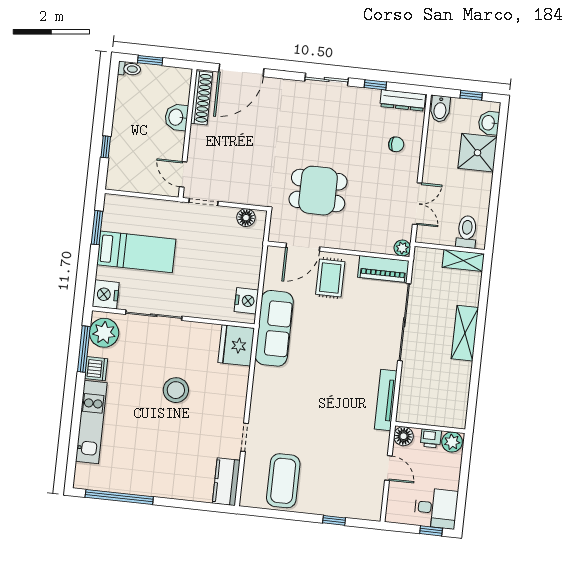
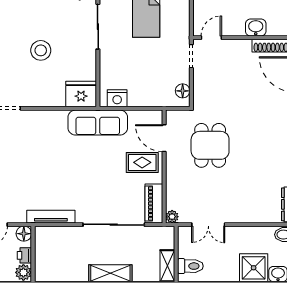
chair: (396, 144) -> (253, 203), removed

